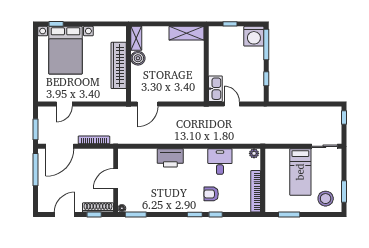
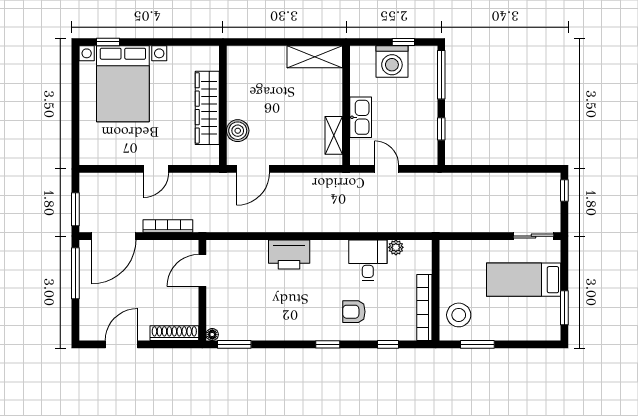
window: (230, 24) -> (403, 42), moved
washing machine: (254, 36) -> (392, 62), moved
shelving: (136, 38) -> (334, 135), moved
boiler: (138, 58) -> (238, 131), moved
kitchen sink: (215, 89) -> (361, 117), moved
door: (64, 104) -> (156, 169), moved
plant: (254, 153) -> (396, 247), moved
bed: (300, 172) -> (524, 280), moved, turned 90
door: (116, 179) -> (202, 270), moved
stool: (326, 199) -> (459, 315), moved
window: (94, 215) -> (168, 344), removed
window: (216, 215) -> (388, 344), moved

